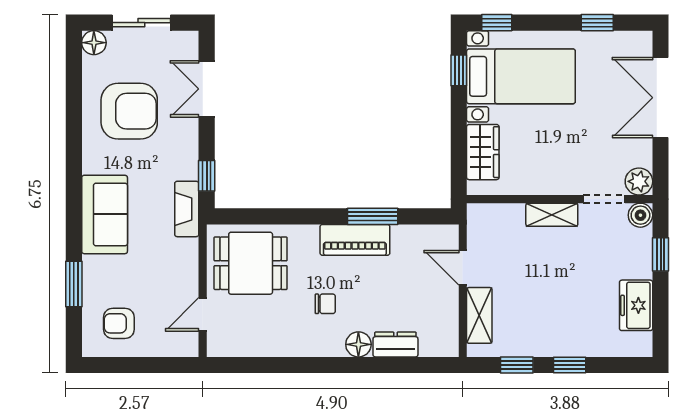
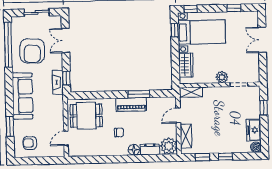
floor lamp: (94, 43) -> (16, 22), removed
window: (74, 95) -> (8, 45), added
double door: (661, 98) -> (262, 40), width x0.73
armchair: (129, 111) -> (32, 51), turned 92
plant: (639, 181) -> (222, 77), moved
fireplace: (187, 209) -> (58, 82), moved
sofa: (105, 214) -> (23, 96), width x1.36
shelving: (552, 215) -> (191, 92), moved
boiler: (640, 215) -> (256, 147), moved
door: (463, 268) -> (178, 115), hinge flipped
plant: (439, 338) -> (169, 146), added

